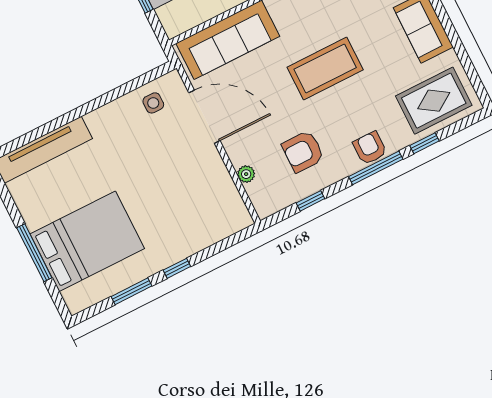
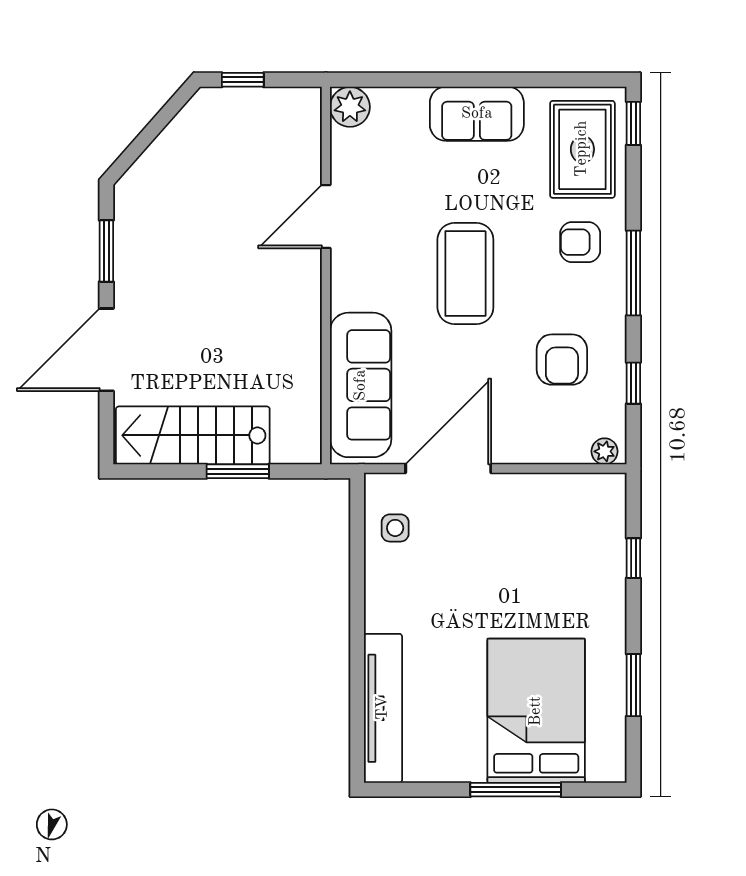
window: (424, 143) -> (633, 123), moved
armchair: (370, 148) -> (580, 242), moved
plant: (246, 174) -> (605, 451), moved
window: (177, 268) -> (633, 558), moved

